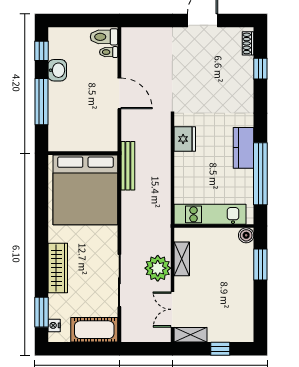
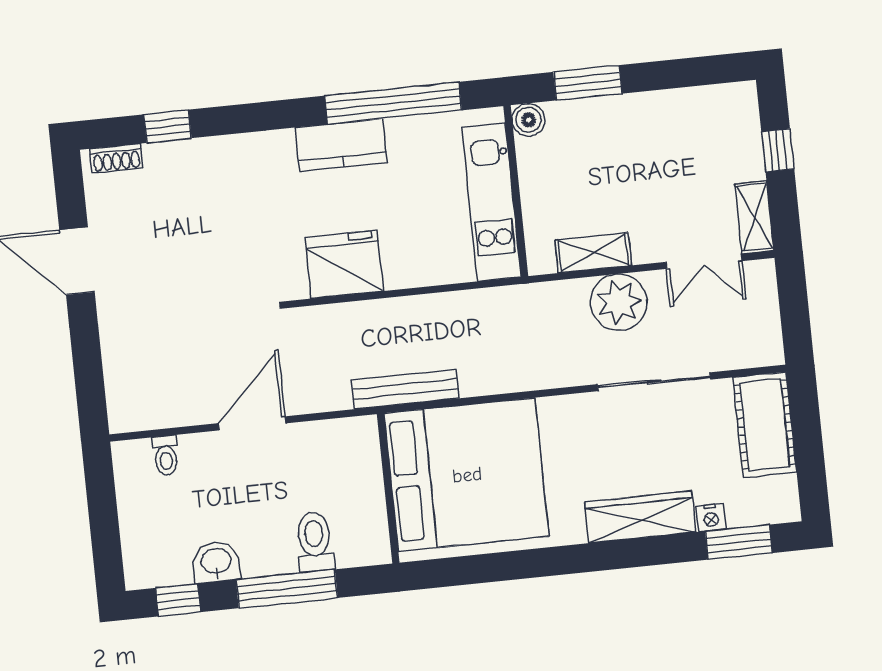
toilet: (104, 37) -> (315, 542), moved, turned 180
fridge: (185, 139) -> (344, 264), width x1.36, depth x1.34
nightstand: (54, 325) -> (711, 517), moved

